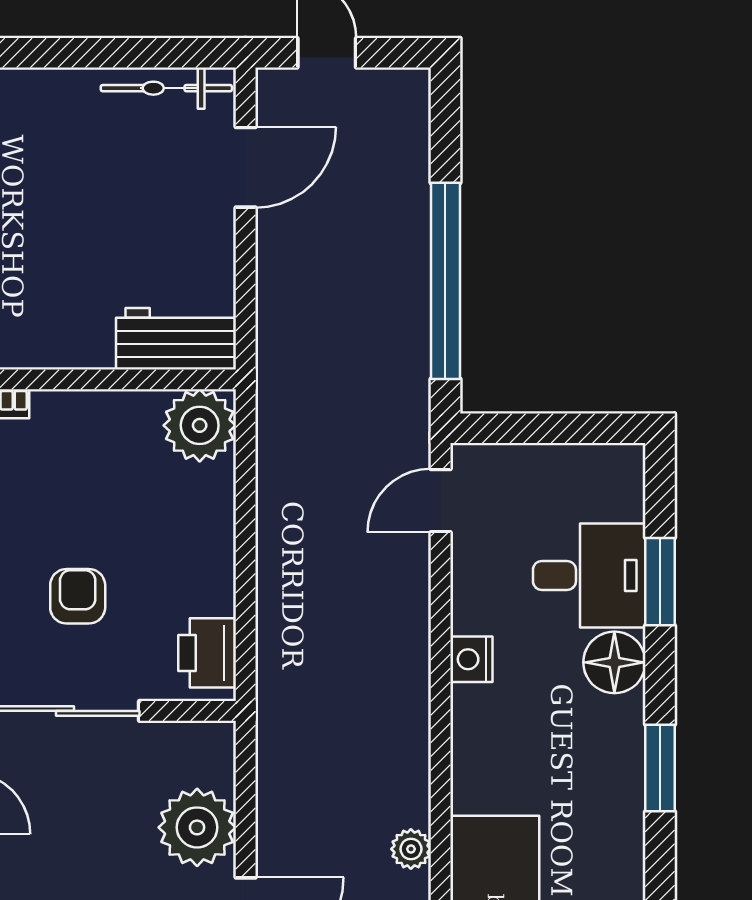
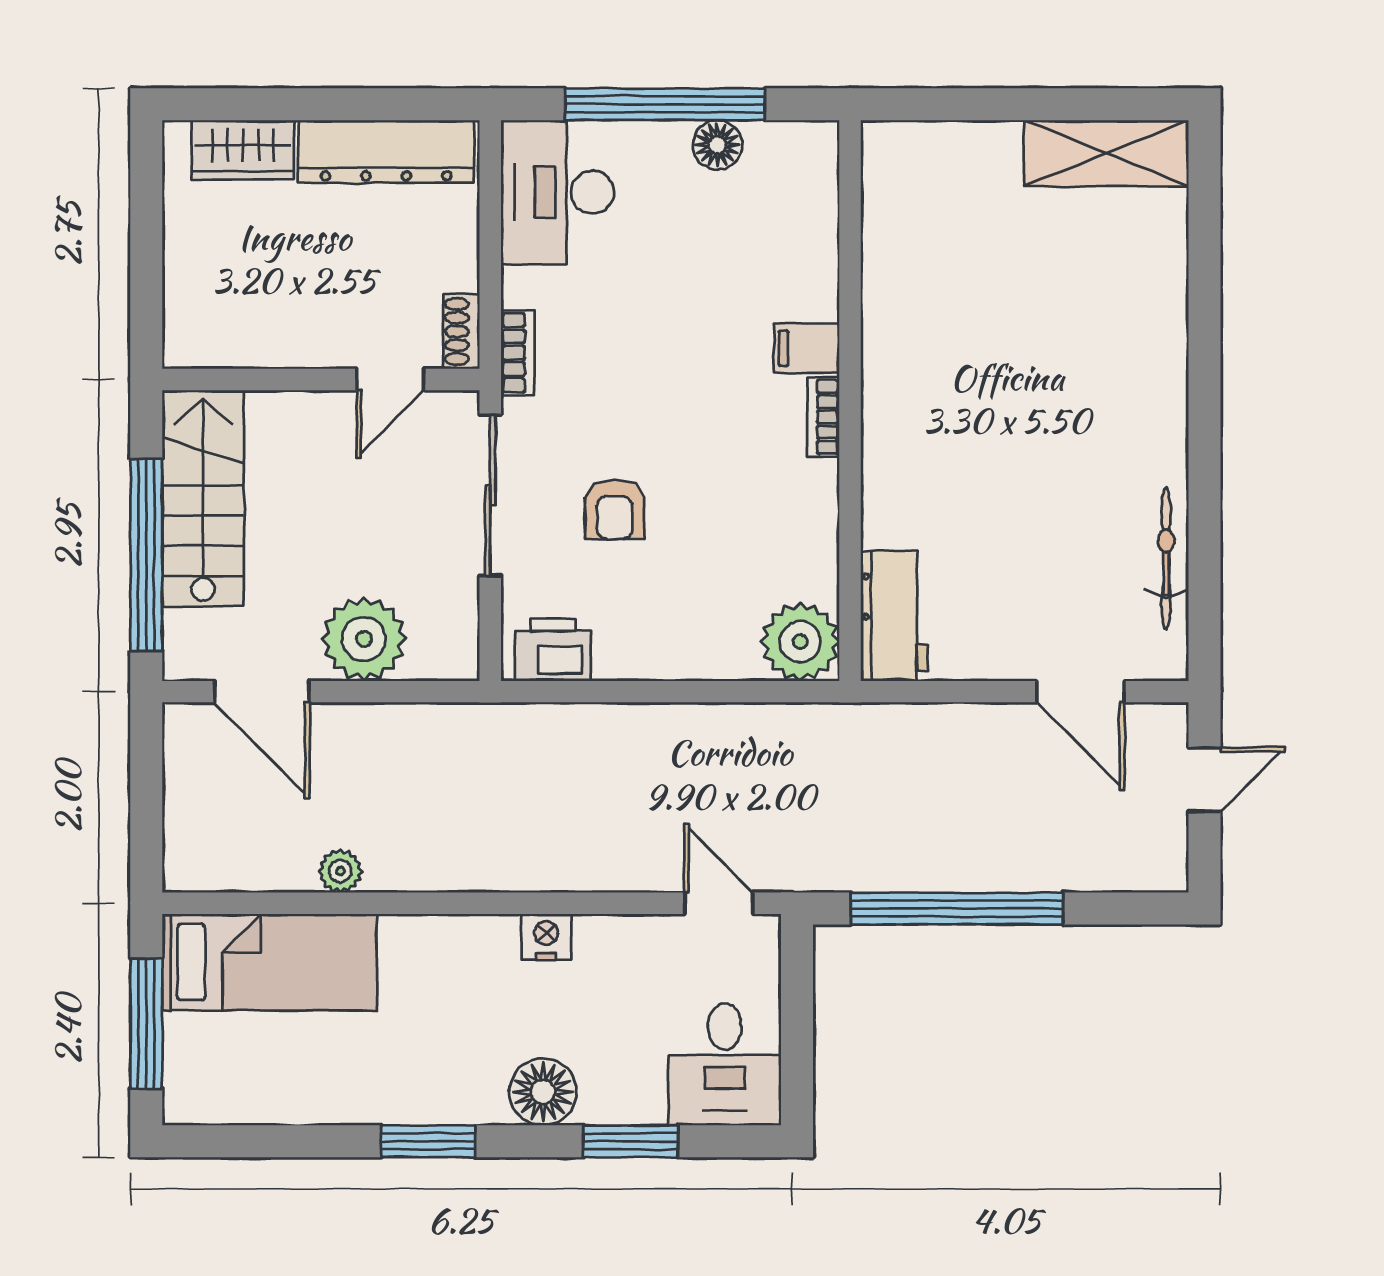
bicycle: (166, 88) -> (1166, 558), moved
desk: (589, 575) -> (725, 1065), moved
armchair: (78, 596) -> (615, 509), turned 90

